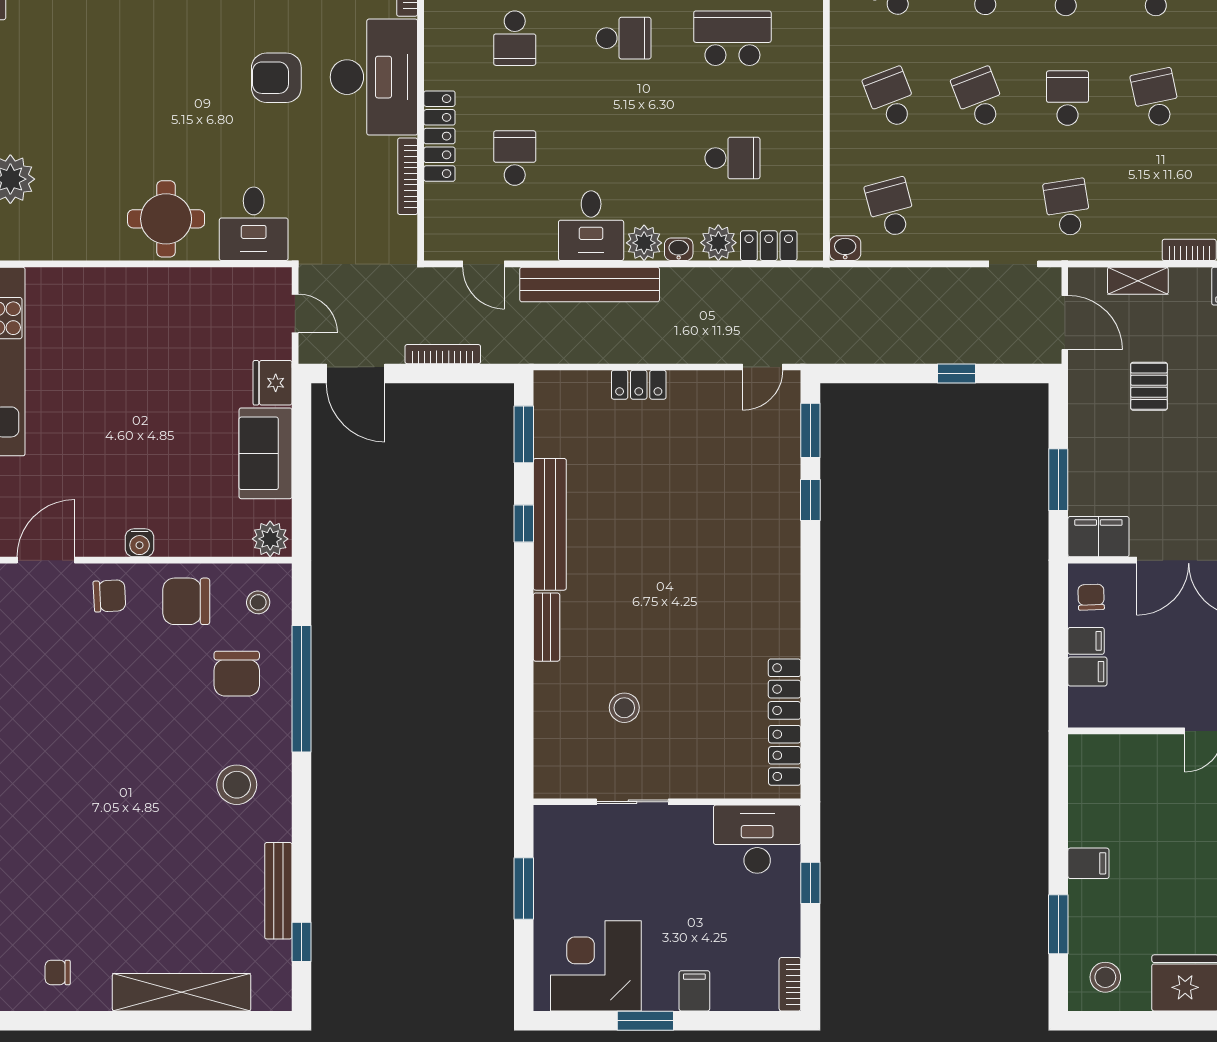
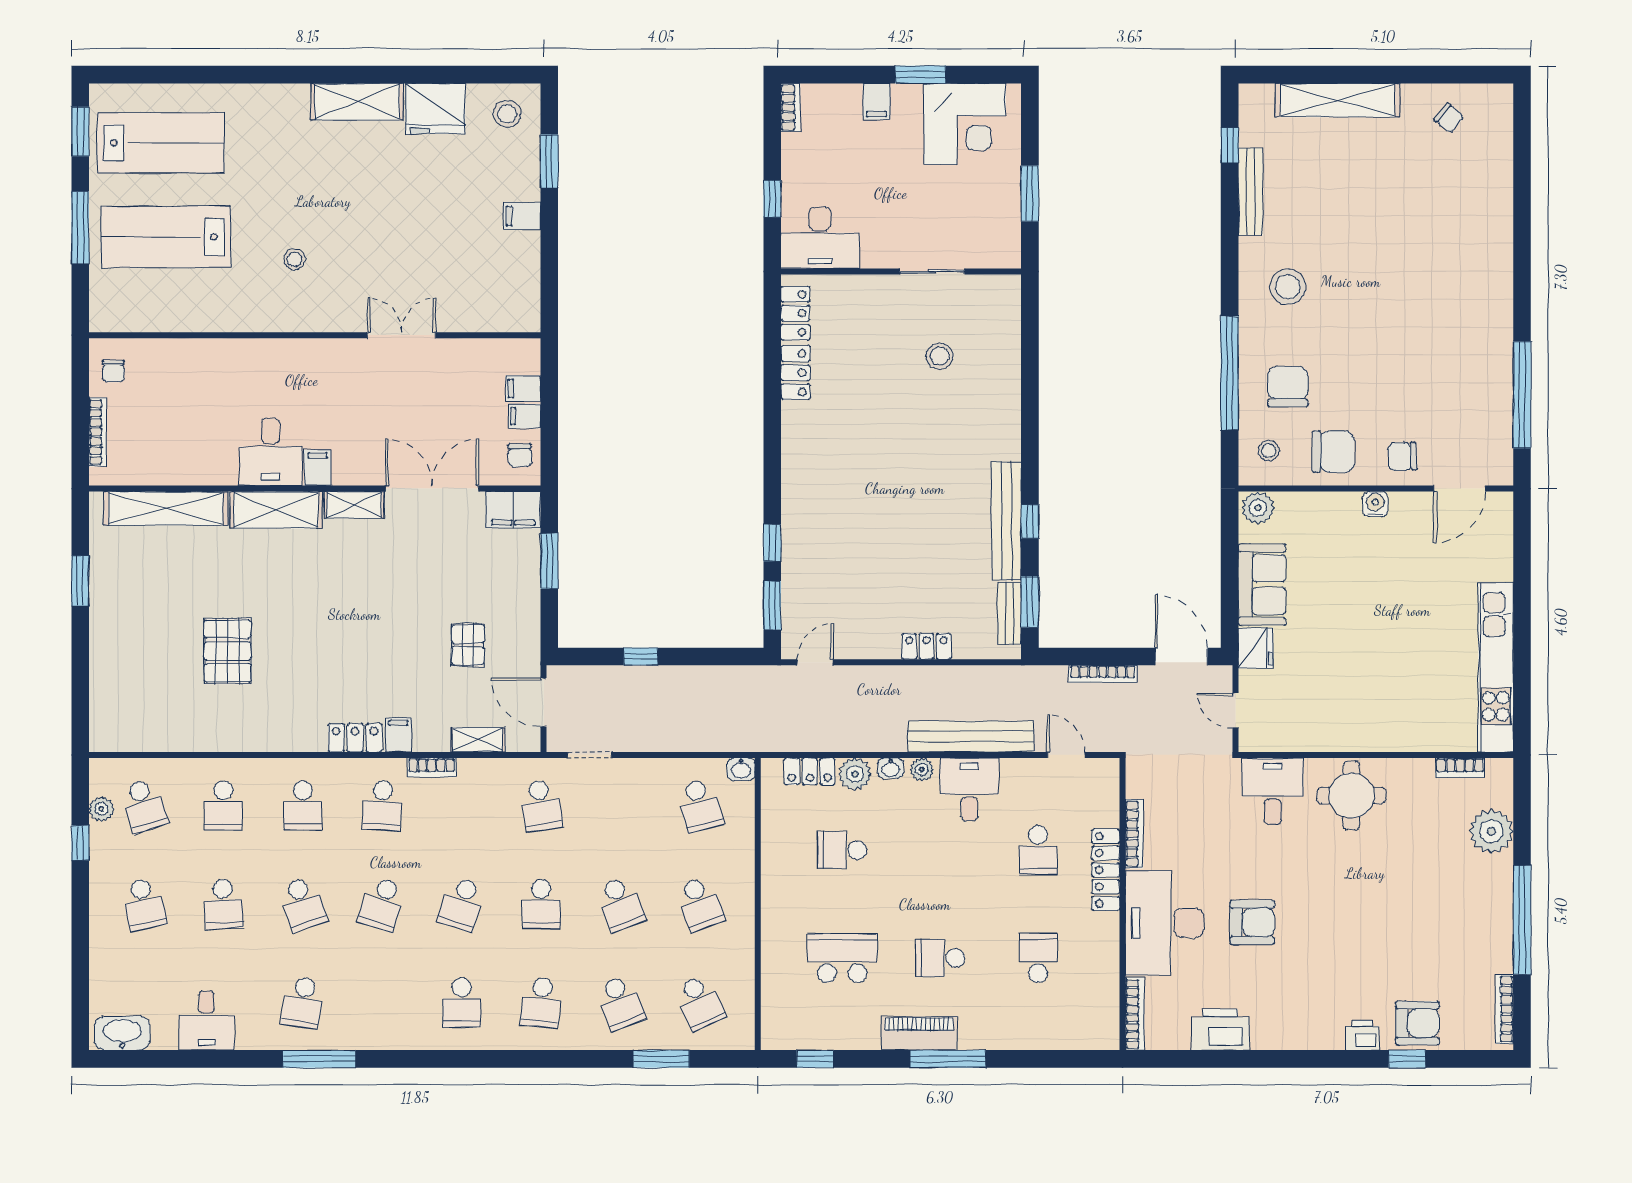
school desk: (732, 38) -> (842, 958), turned 180
school desk: (1156, 98) -> (462, 904), turned 30
plant: (644, 243) -> (922, 770), width x0.73, depth x0.73
bookcase: (45, 250) -> (1460, 768), added
bench: (546, 627) -> (1009, 613), moved
chair: (58, 972) -> (1449, 118), turned 39

